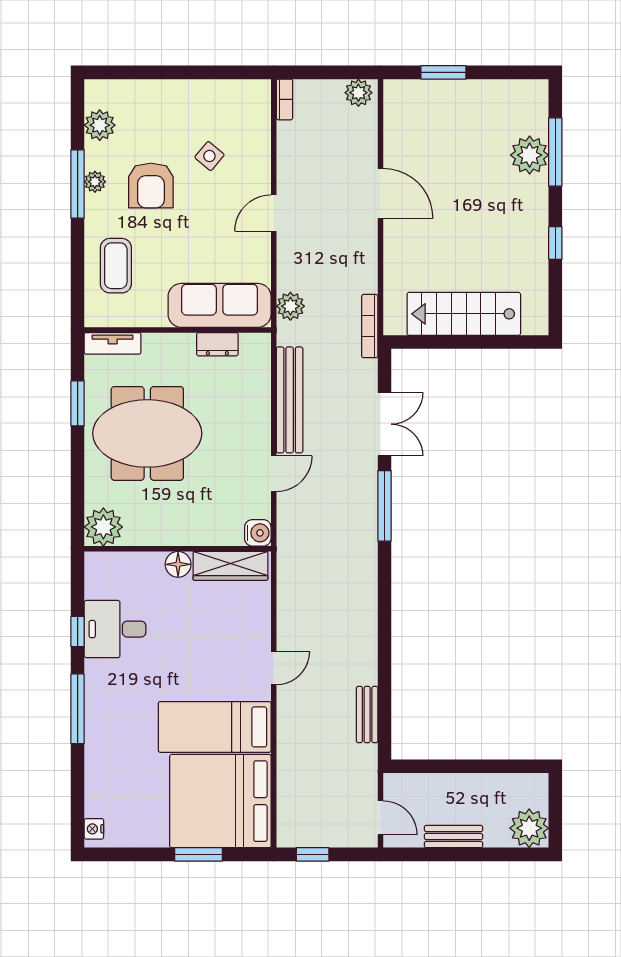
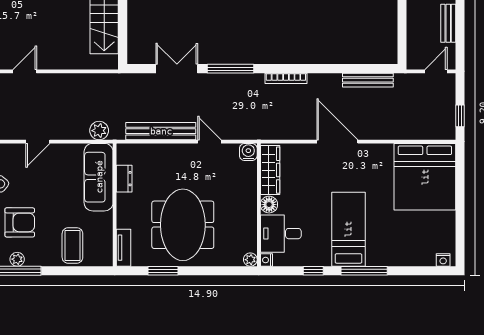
door: (380, 193) -> (25, 71), width x0.73
door: (274, 213) -> (38, 142), hinge flipped
coffee table: (116, 266) -> (72, 245), turned 90
bookcase: (370, 326) -> (286, 78), moved
plant: (103, 527) -> (250, 260), width x0.53, depth x0.53
nightstand: (94, 560) -> (266, 260), added
desk: (115, 629) -> (281, 234), moved, turned 90
door: (274, 668) -> (337, 142), width x1.87
bench: (367, 715) -> (368, 80), width x1.36
bed: (215, 727) -> (348, 229), moved, turned 180
window: (198, 854) -> (460, 191), removed

